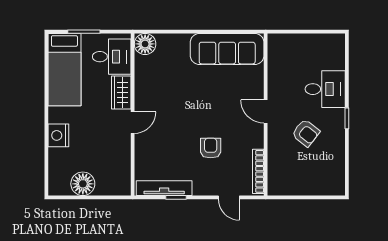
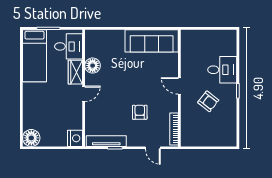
floor lamp: (145, 44) -> (93, 66), moved
nightstand: (58, 135) -> (75, 138), moved, turned 180
floor lamp: (83, 184) -> (31, 138), moved

